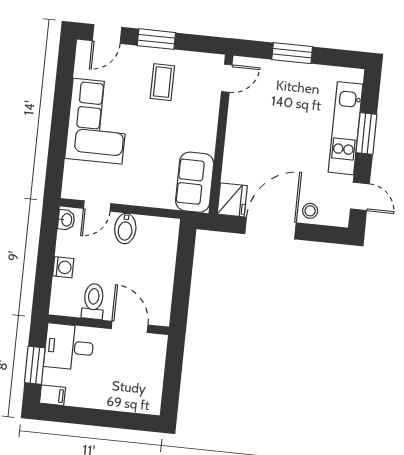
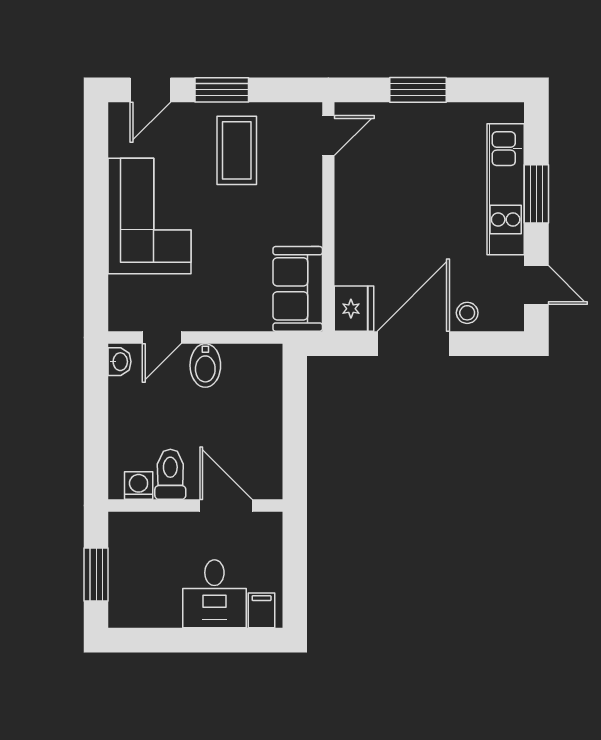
coffee table: (162, 82) -> (237, 150), width x1.36, depth x1.30
washing machine: (63, 267) -> (139, 485), moved, turned -90
desk: (69, 347) -> (214, 594), moved, turned -90
filing cabinet: (52, 395) -> (262, 610), moved, turned -90

